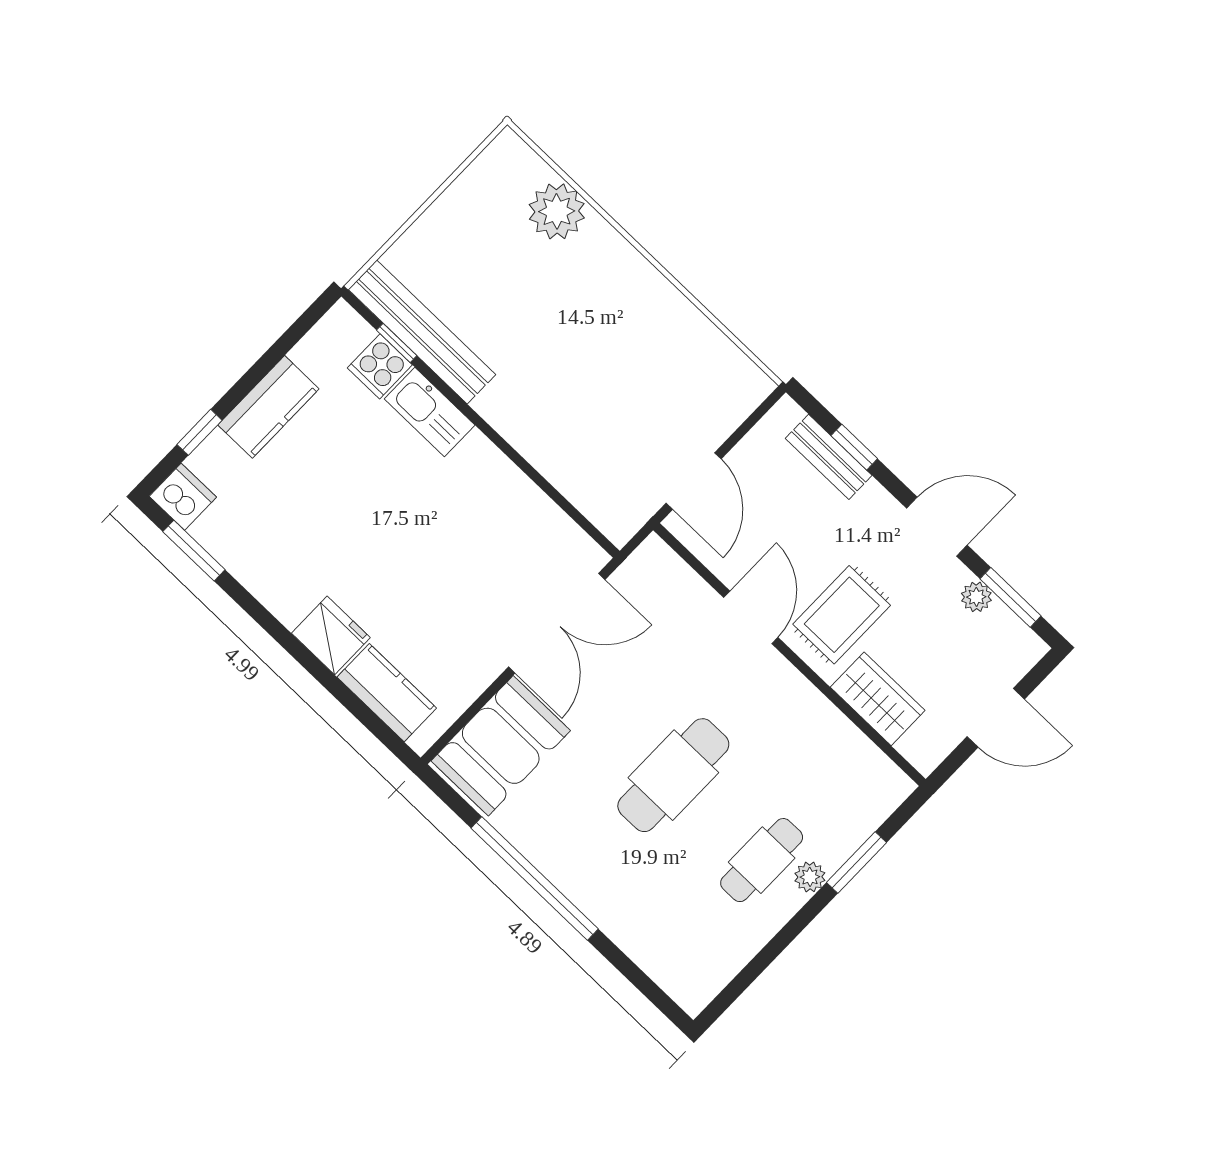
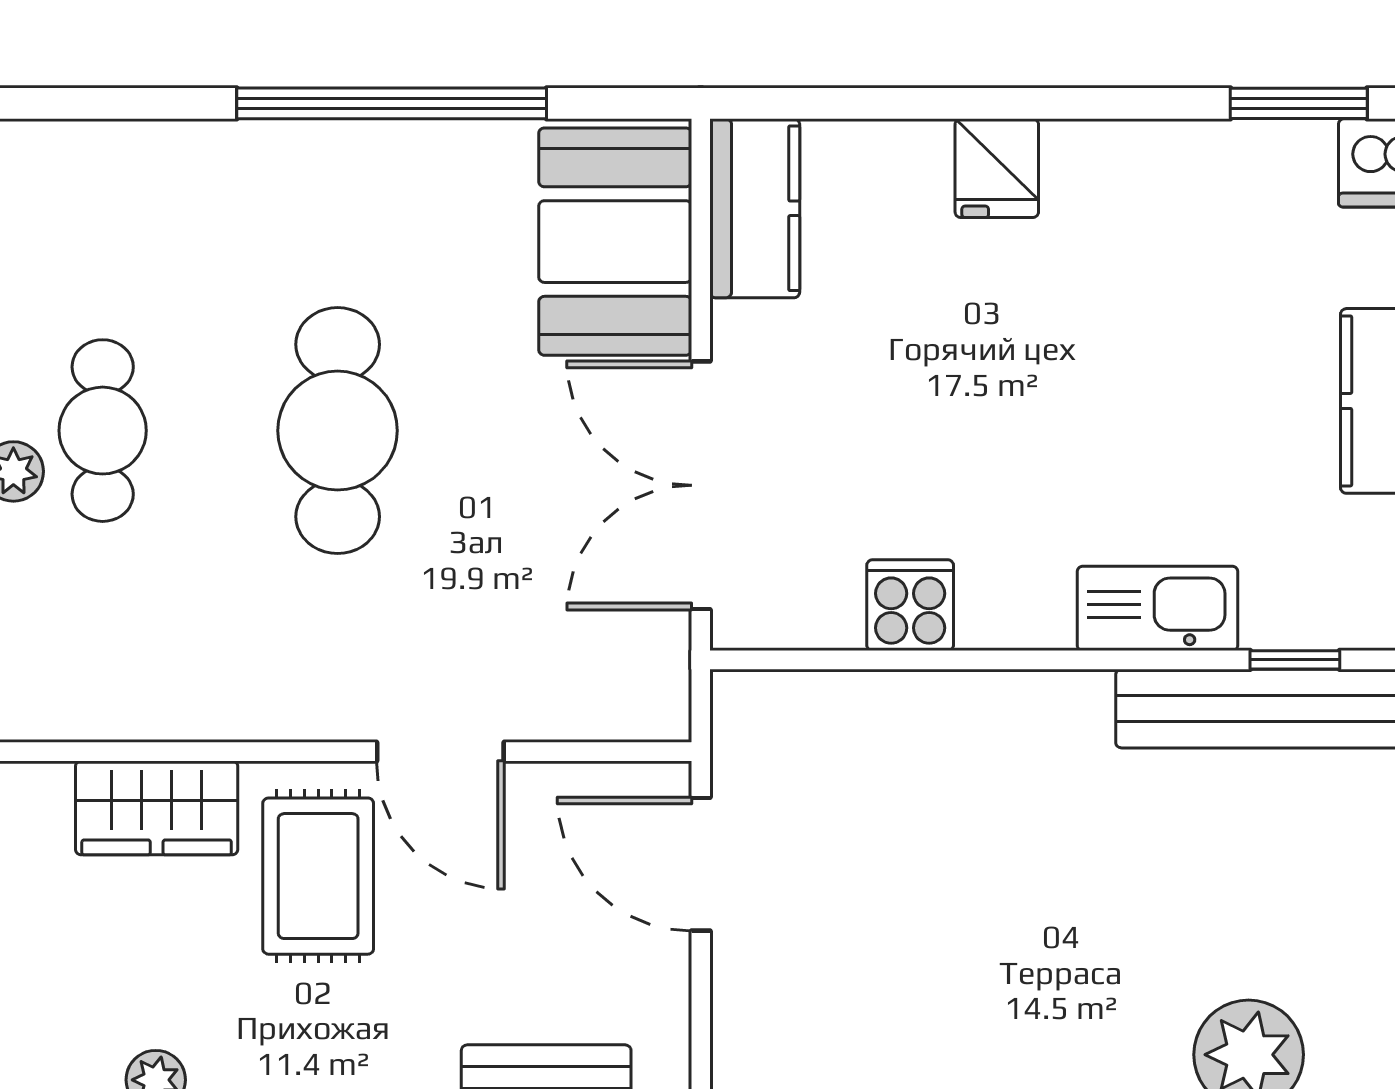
cooker: (380, 366) -> (910, 605), moved
fridge: (331, 635) -> (997, 168), width x0.72
kitchen counter: (387, 693) -> (755, 208), moved, turned -90

